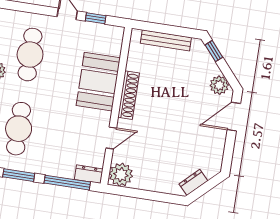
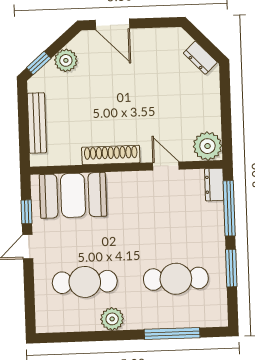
booth: (98, 82) -> (73, 195), moved
plant: (219, 85) -> (66, 60), moved

